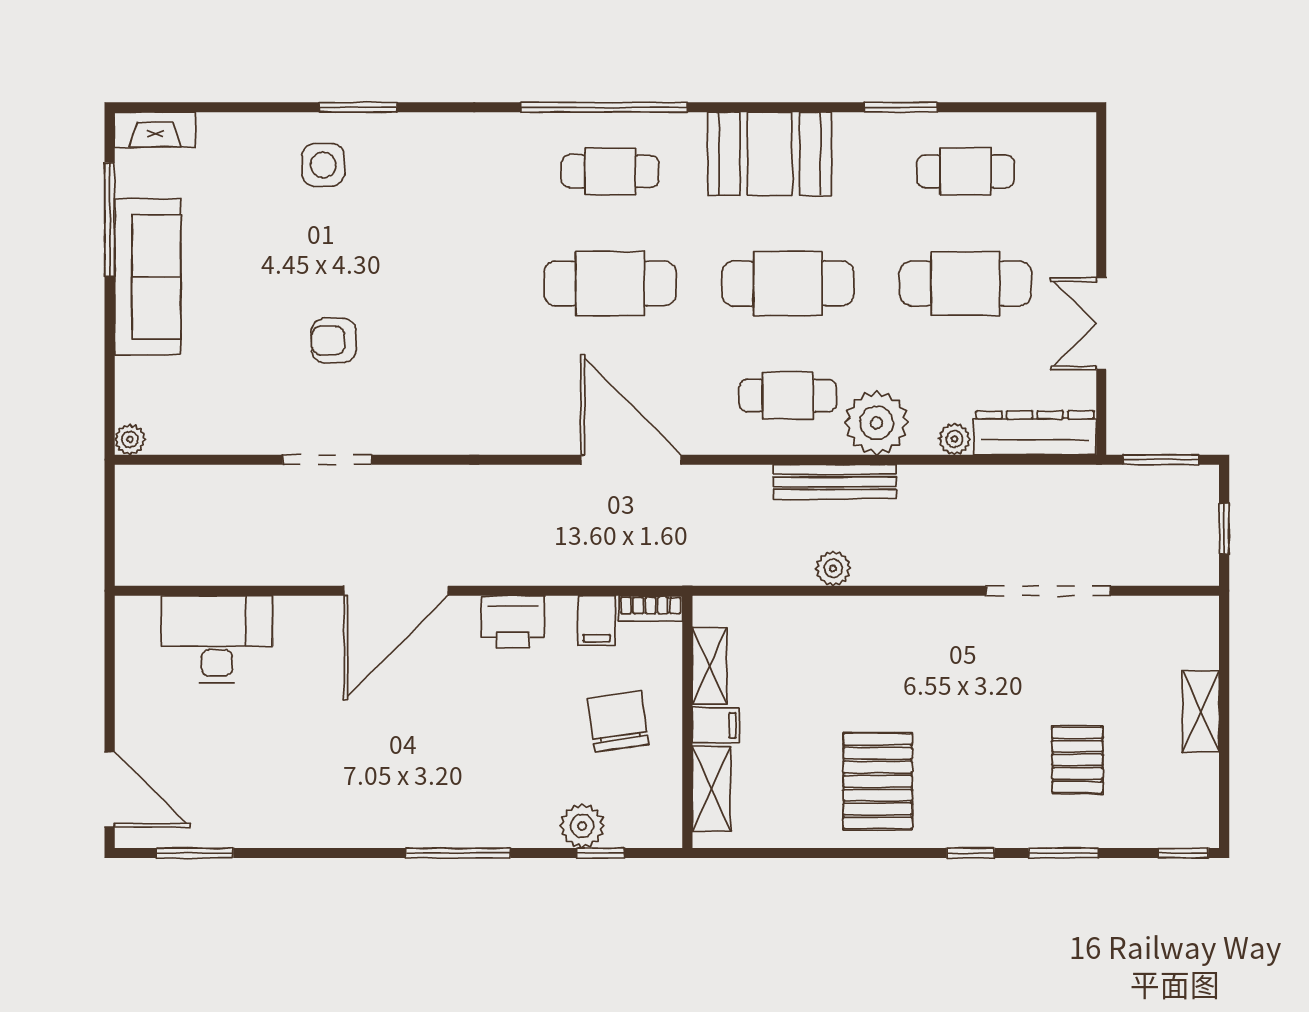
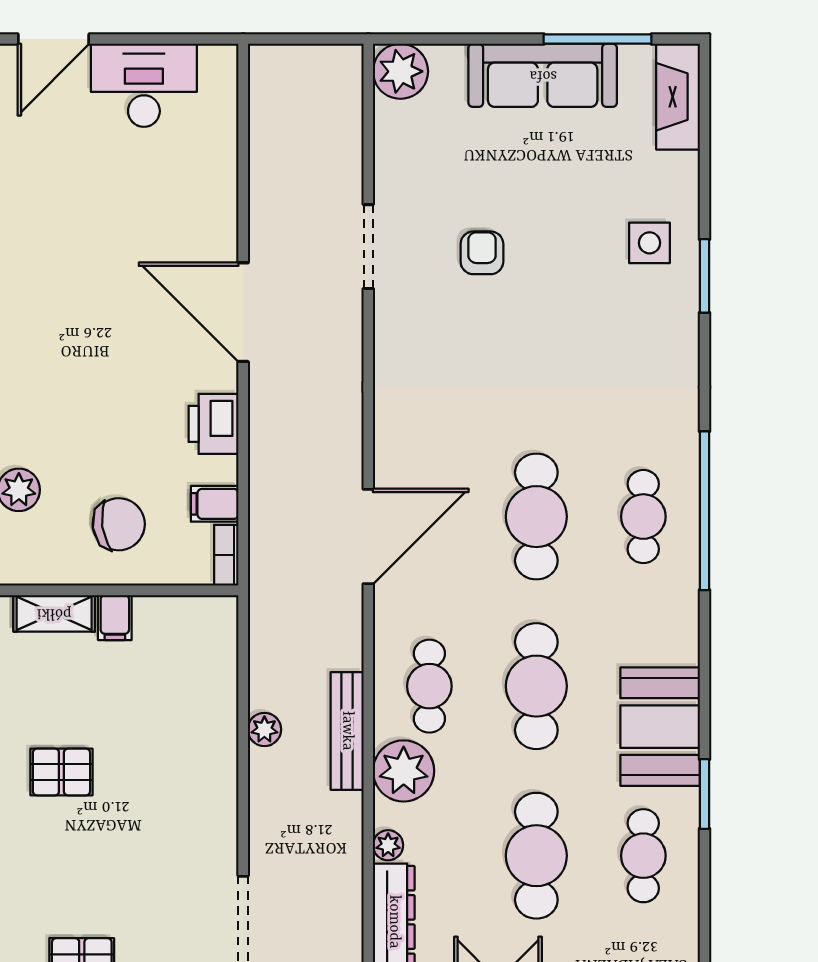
fireplace: (155, 130) -> (678, 97), width x1.37, depth x1.32
booth: (770, 154) -> (660, 727), moved
plant: (130, 439) -> (400, 71), width x1.88, depth x1.88
desk: (217, 639) -> (144, 85), moved, turned -90
shelving: (710, 666) -> (171, 611), removed
pallet: (878, 781) -> (61, 772), width x0.67, depth x0.71

